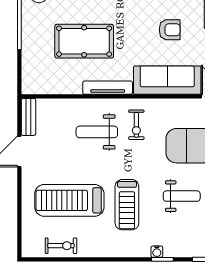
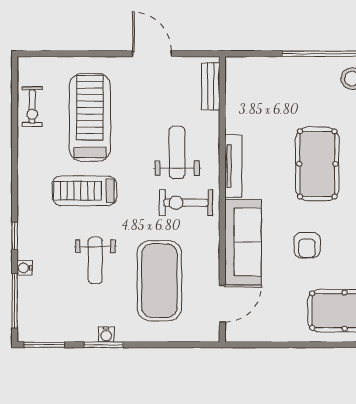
pool table: (84, 41) -> (317, 164), moved
bench: (28, 117) -> (211, 86), moved, turned 90
exercise bike: (136, 125) -> (186, 203), width x1.38, depth x1.39
water cooler: (157, 252) -> (25, 268), moved

